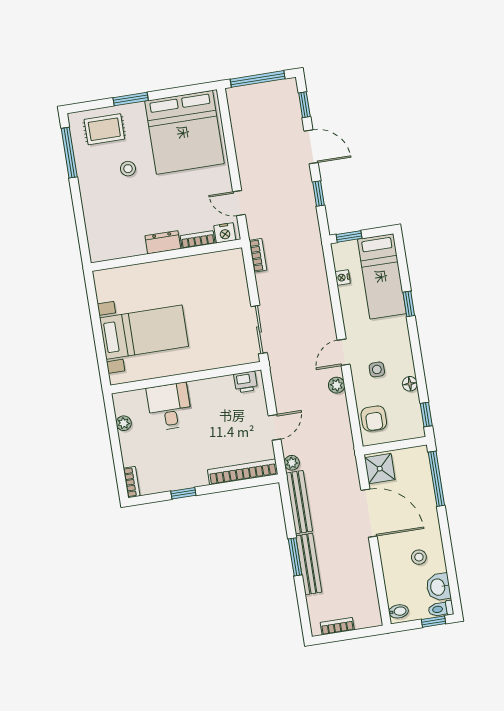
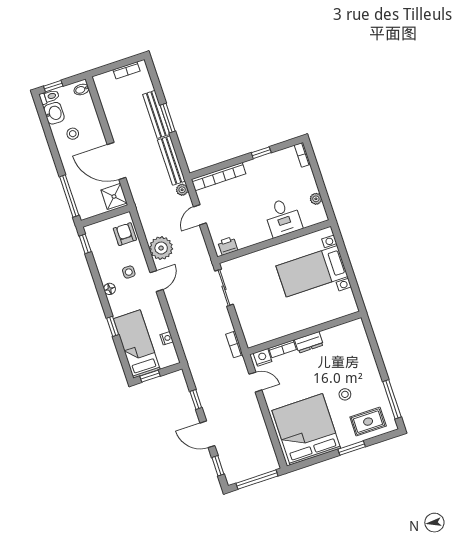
window: (349, 236) -> (150, 376), moved
floor lamp: (410, 384) -> (110, 289), moved
plant: (337, 385) -> (161, 248), width x1.87, depth x1.87

